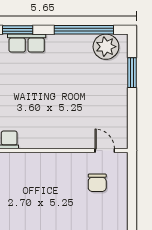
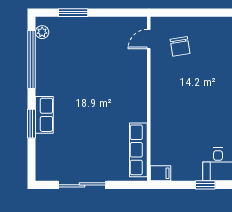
plant: (106, 47) -> (42, 32), width x0.53, depth x0.53
chair: (97, 183) -> (180, 46), turned 81

